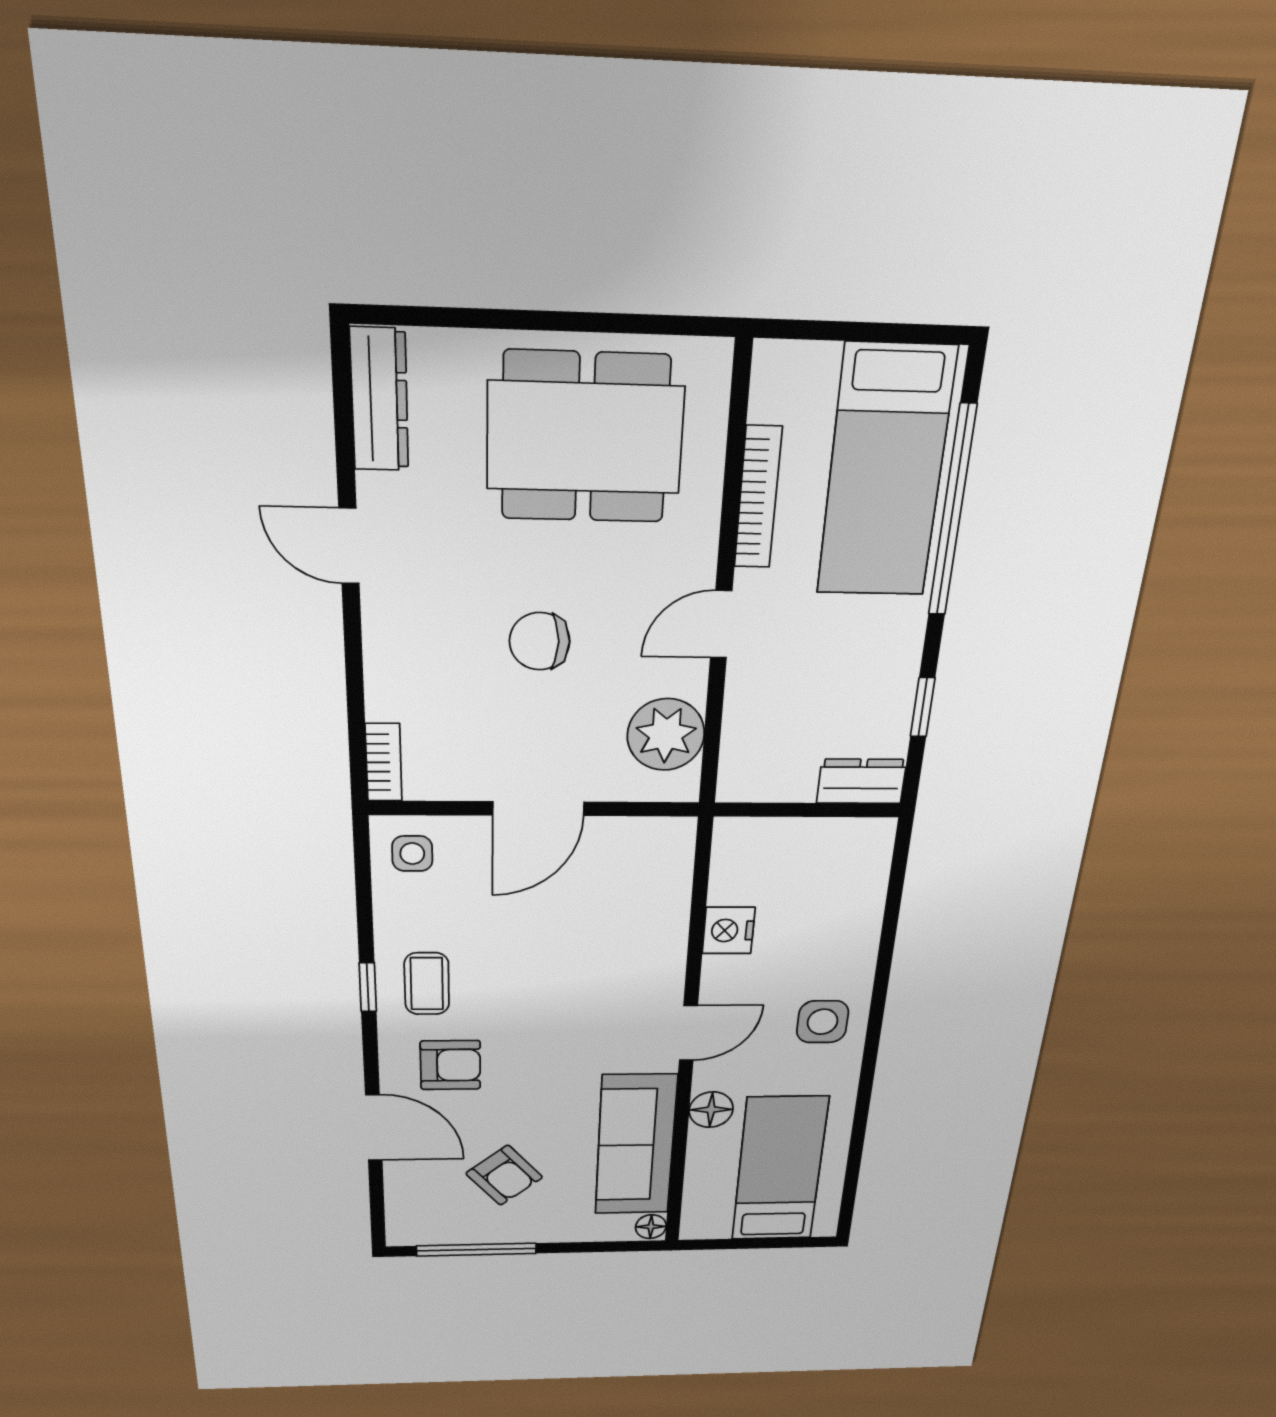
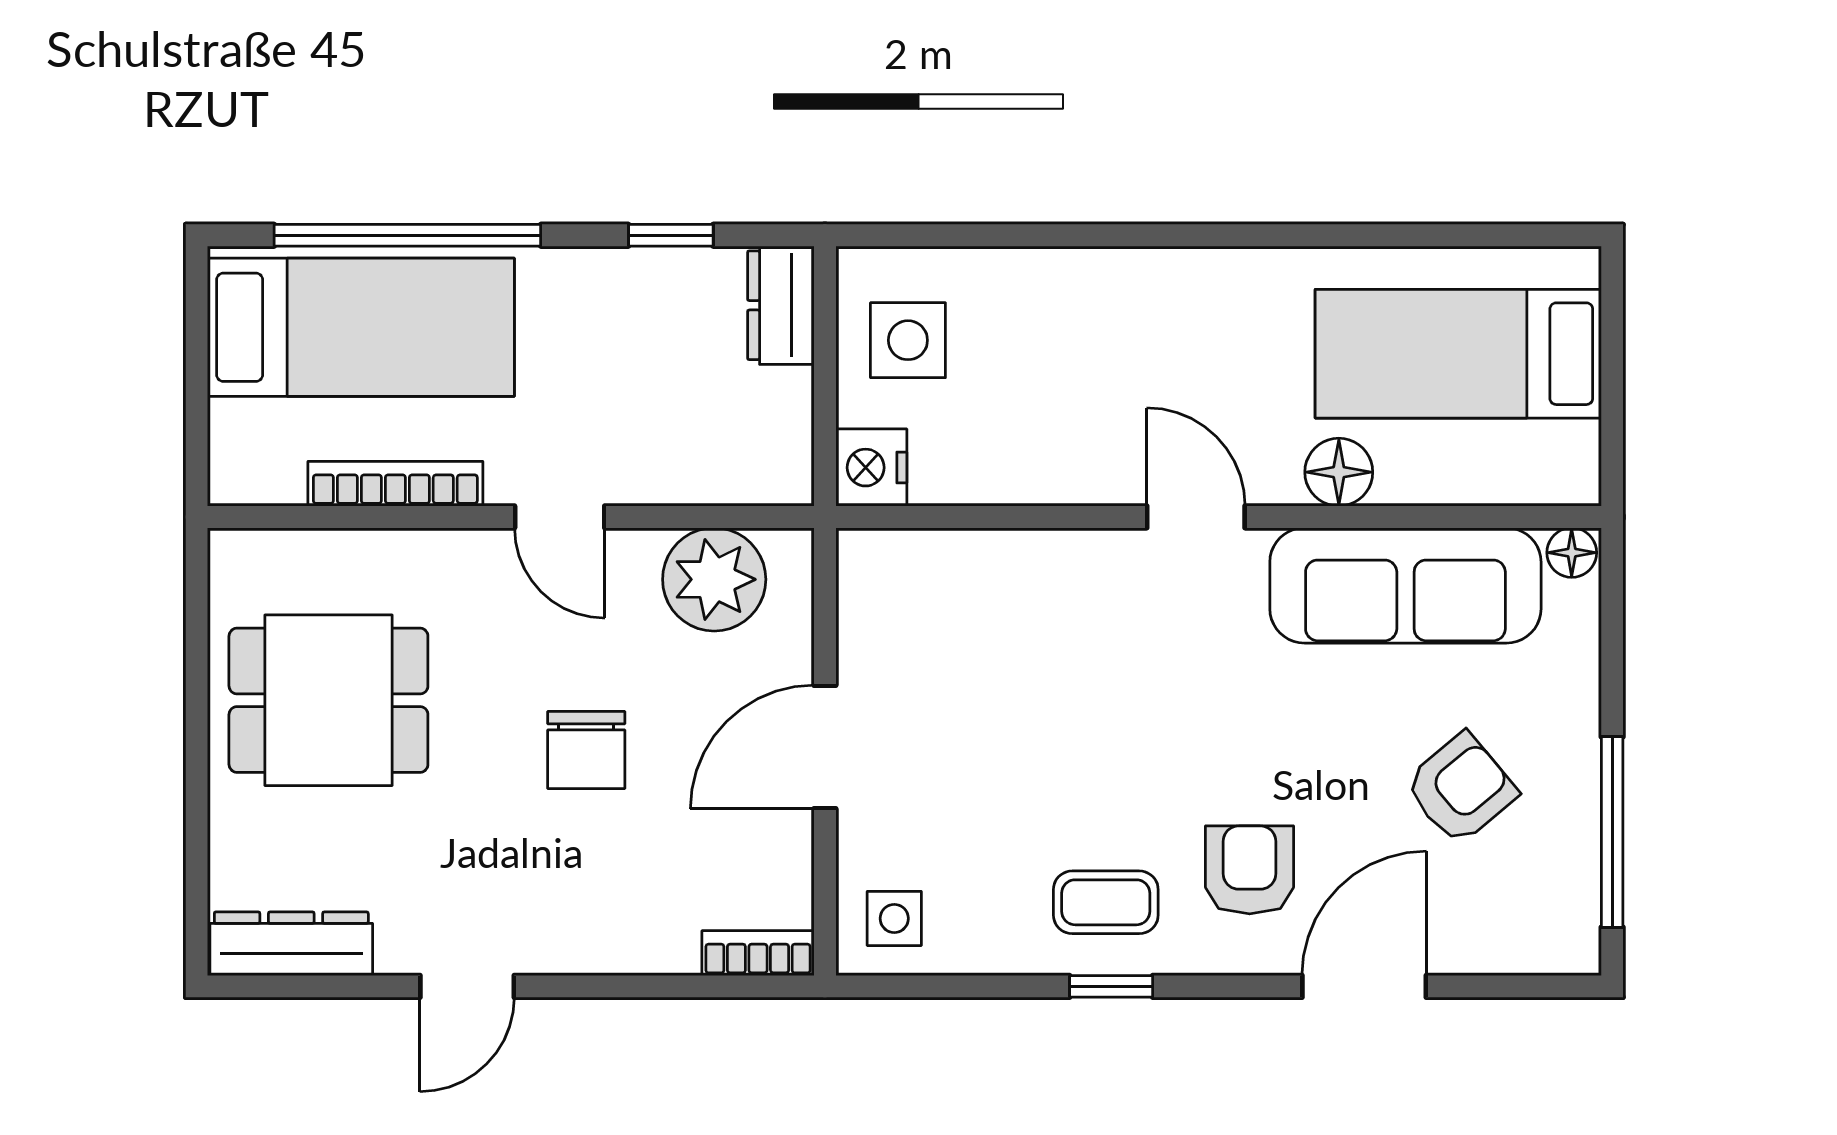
dining table: (585, 438) -> (328, 700), width x0.73
door: (539, 809) -> (825, 747), swing flipped
nightstand: (729, 930) -> (871, 468), moved, turned 90
side table: (823, 1022) -> (908, 340), moved

